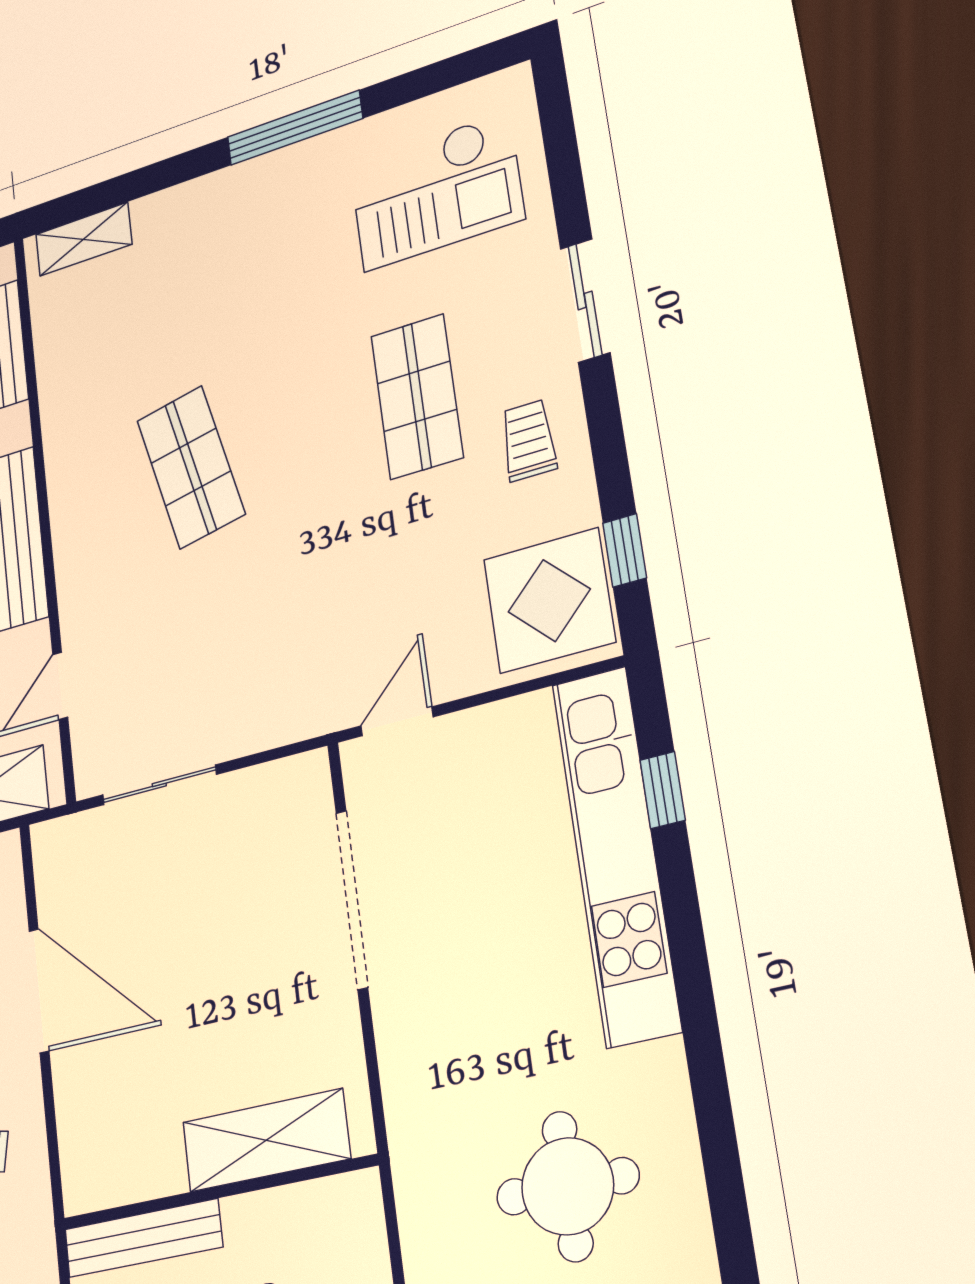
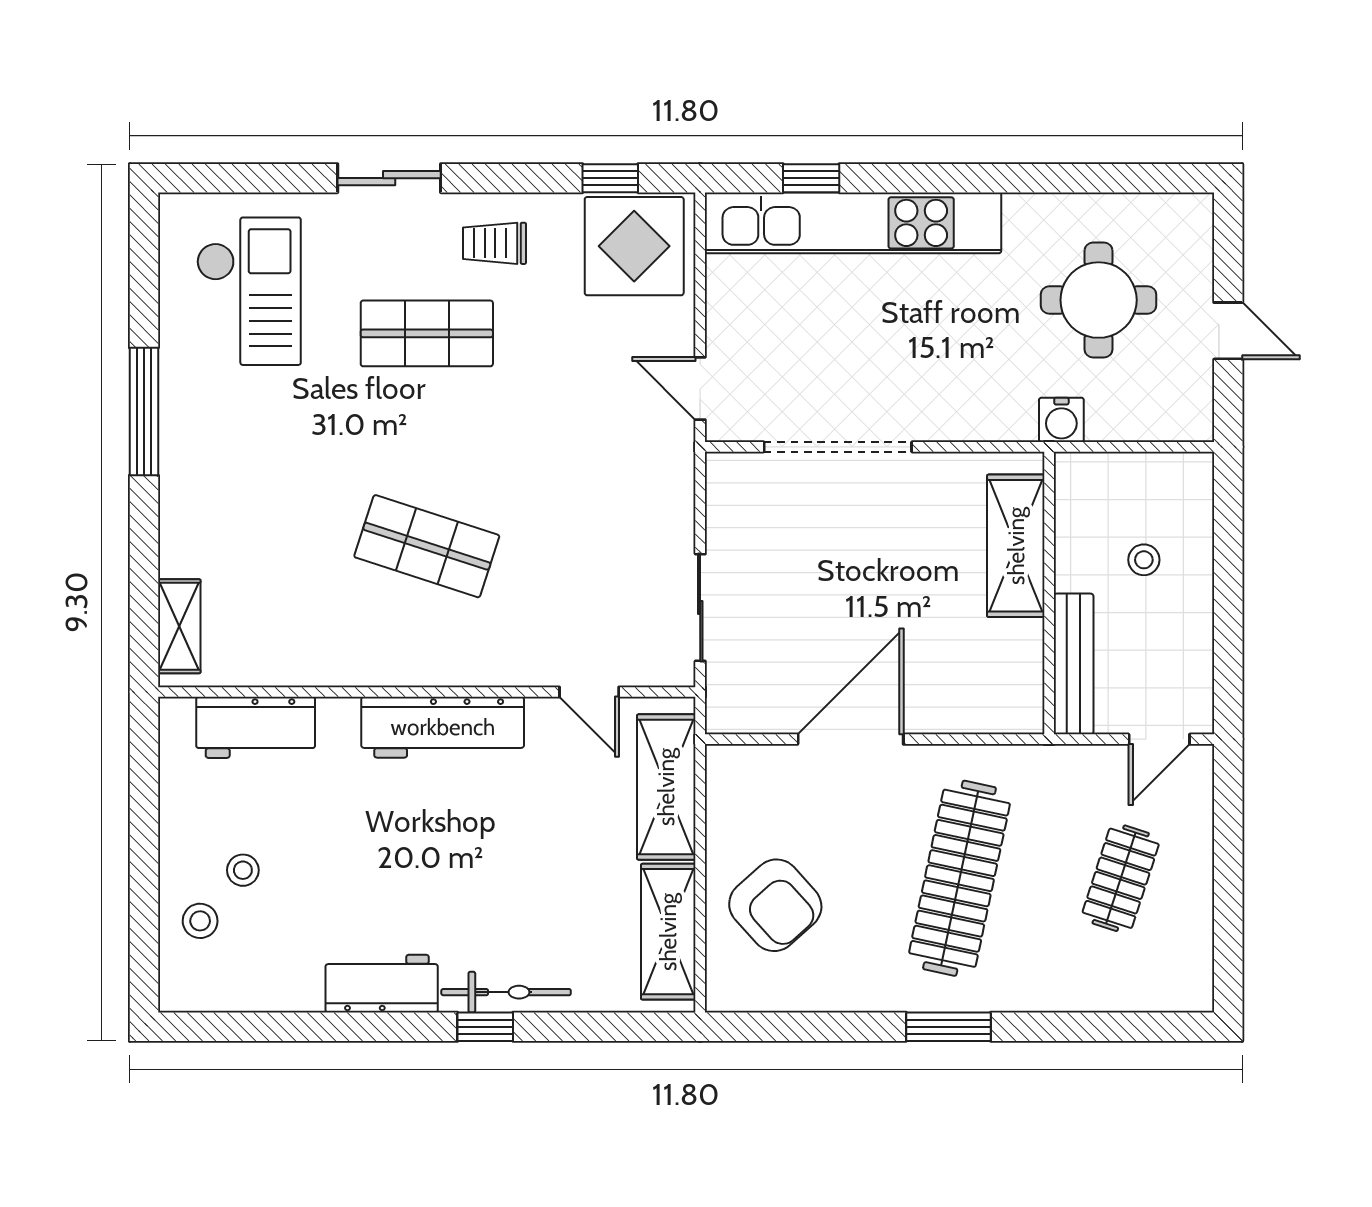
shop shelf: (191, 467) -> (427, 546), turned 30
water cooler: (417, 1167) -> (1061, 420), added

